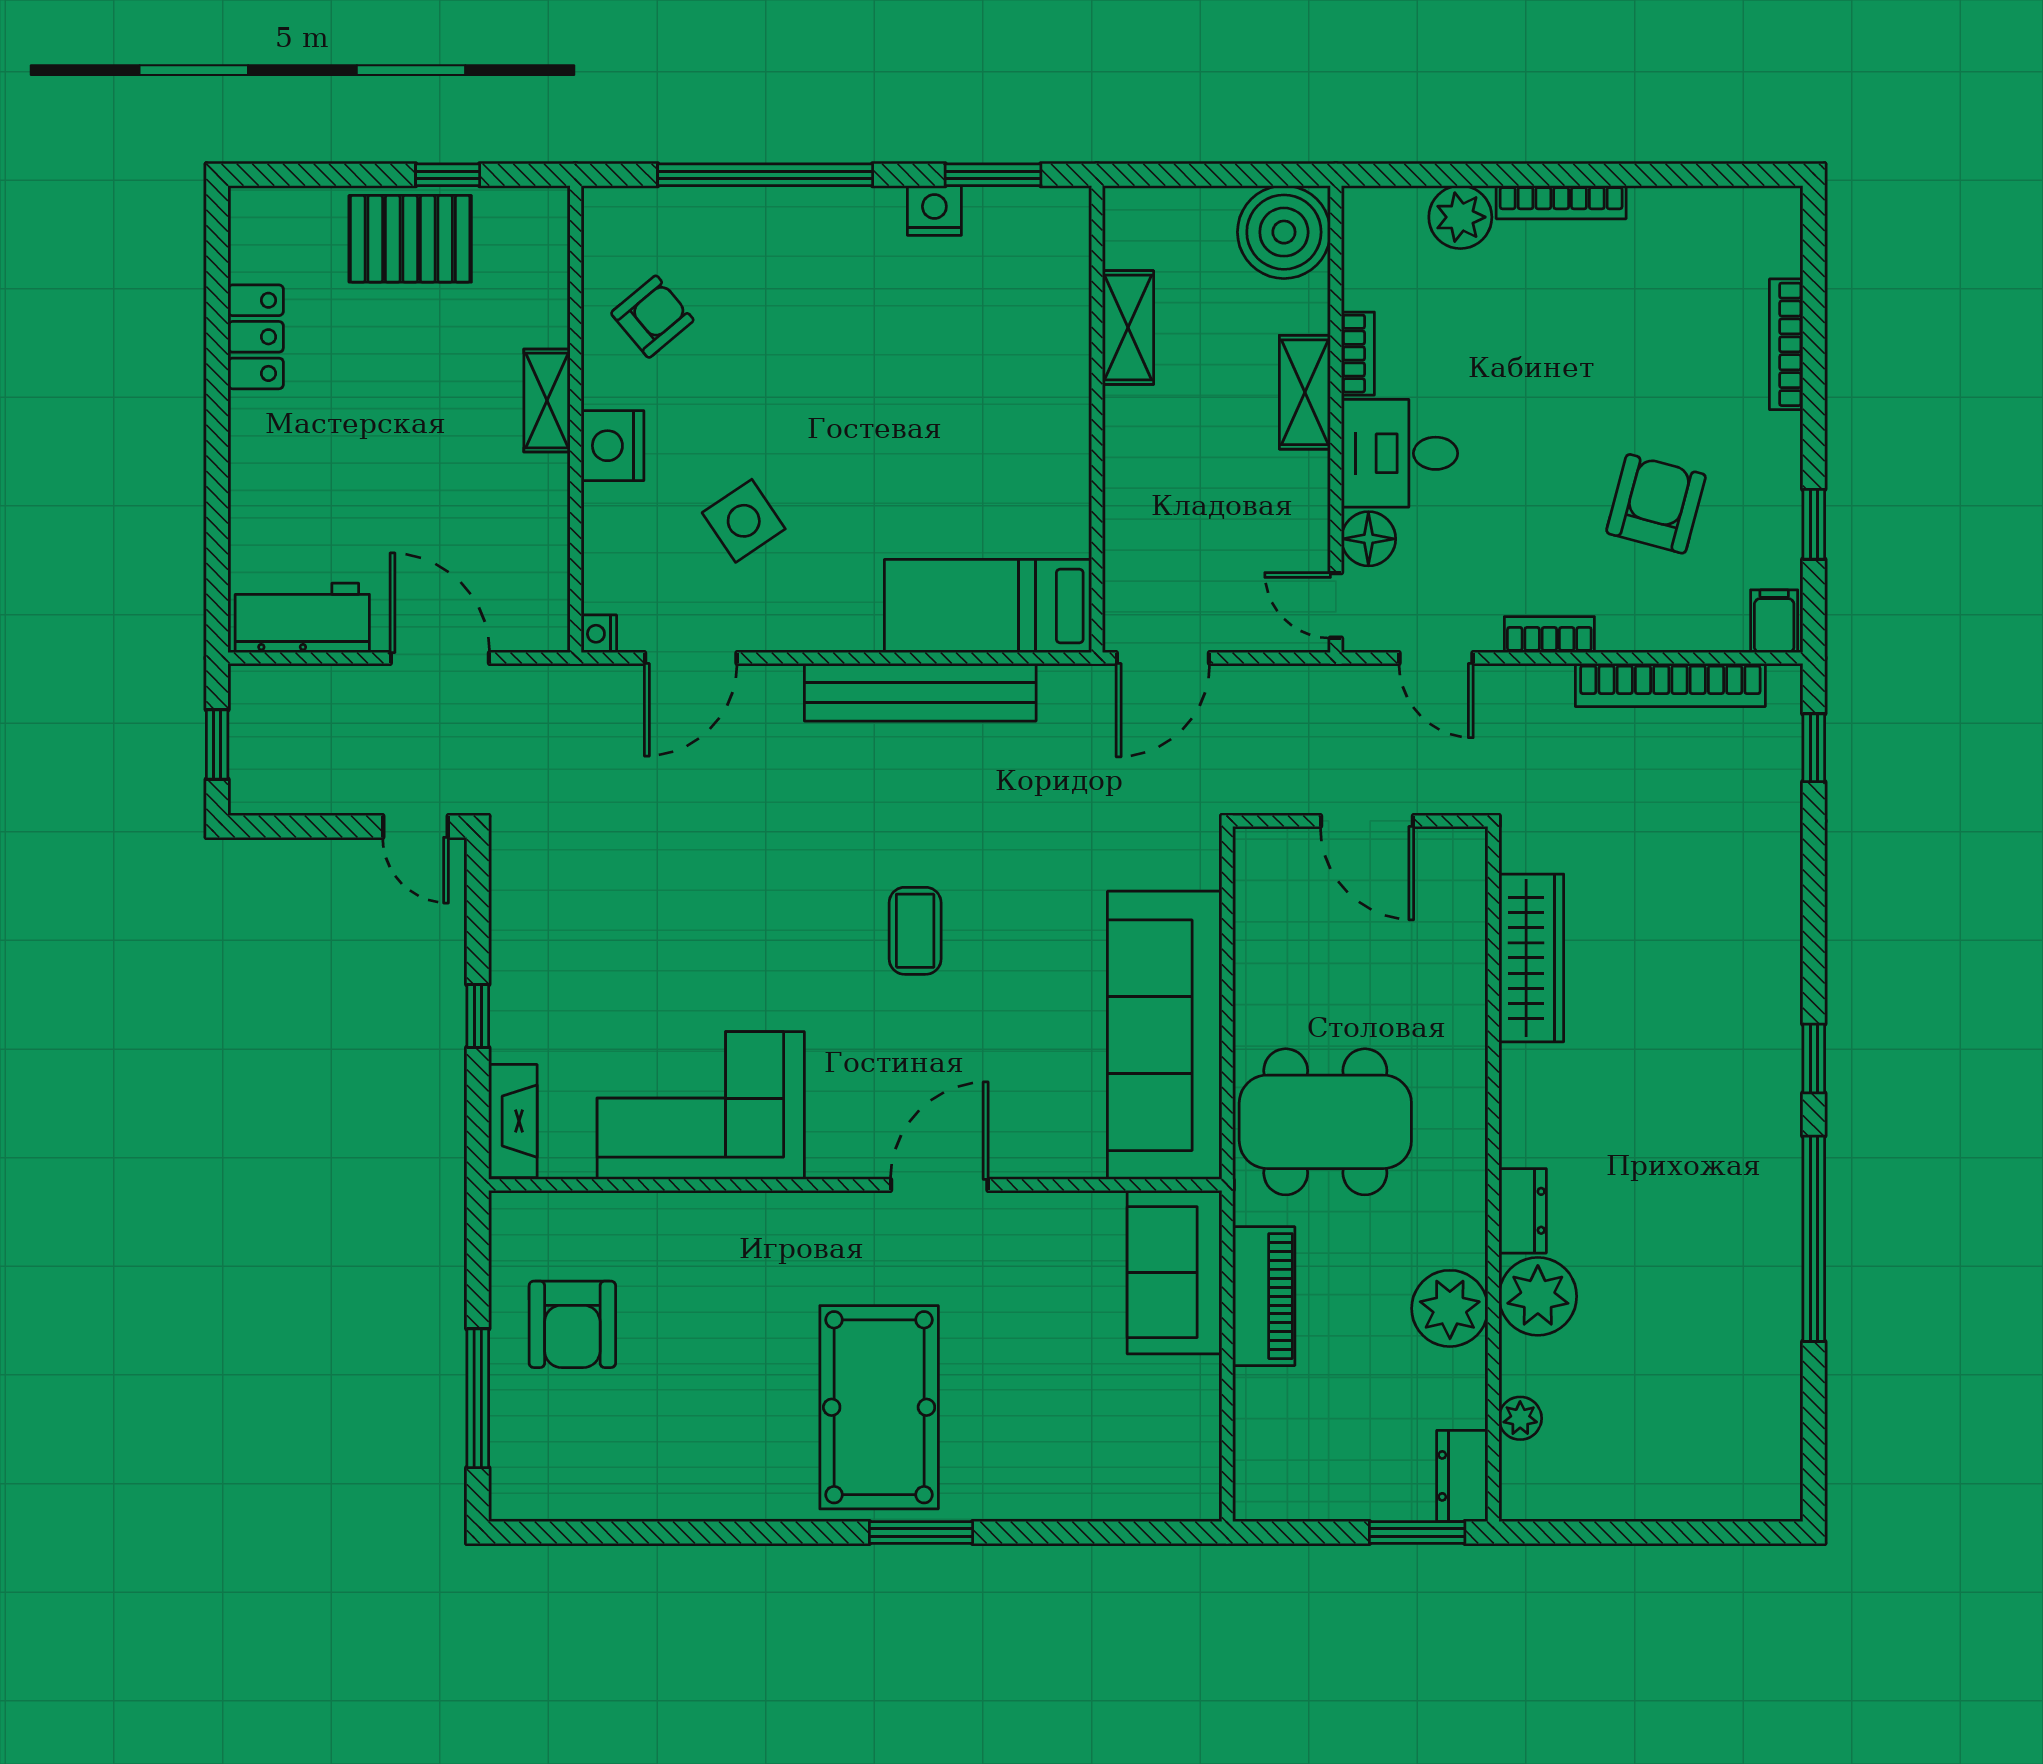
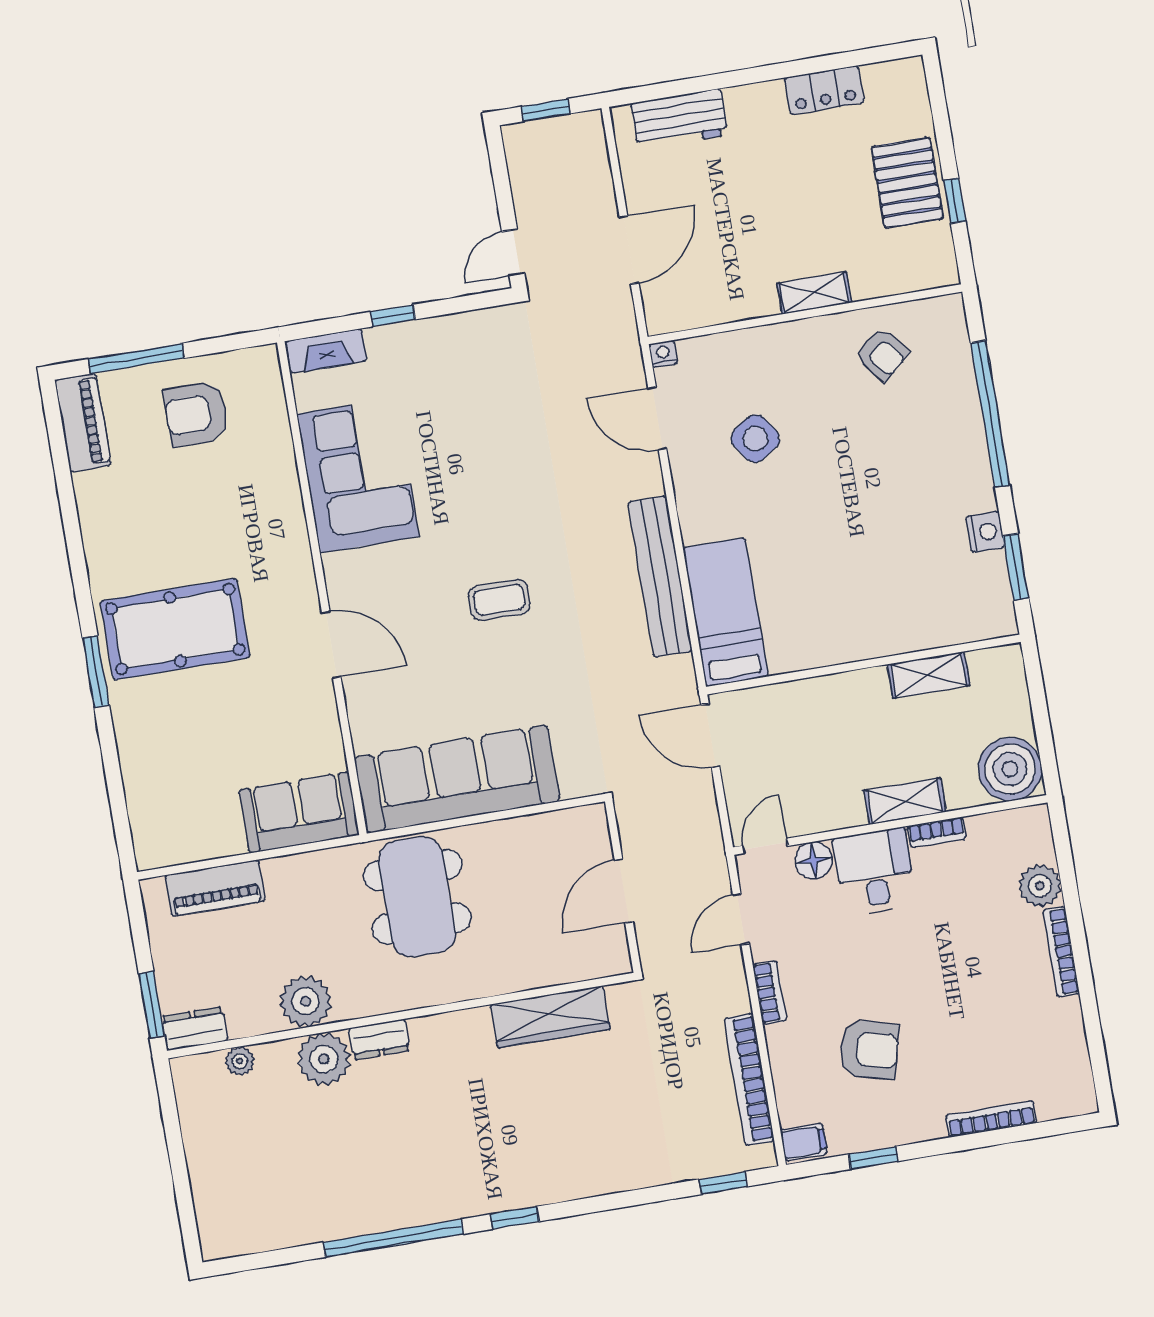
nightstand: (612, 446) -> (791, 342), removed
workbench: (302, 618) -> (679, 119), moved, turned 90
piano: (1264, 1296) -> (215, 888), moved
piano: (557, 1491) -> (83, 423), added

